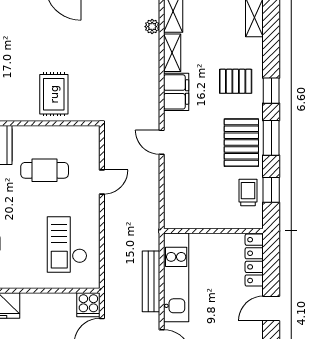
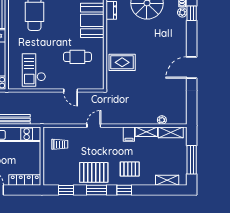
pallet: (236, 81) -> (130, 169), turned 90
filing cabinet: (176, 92) -> (129, 134), width x0.50
cafe table: (45, 170) -> (77, 57), turned 90
trolley: (248, 192) -> (60, 144), moved
checkout: (67, 245) -> (34, 70), turned -90

